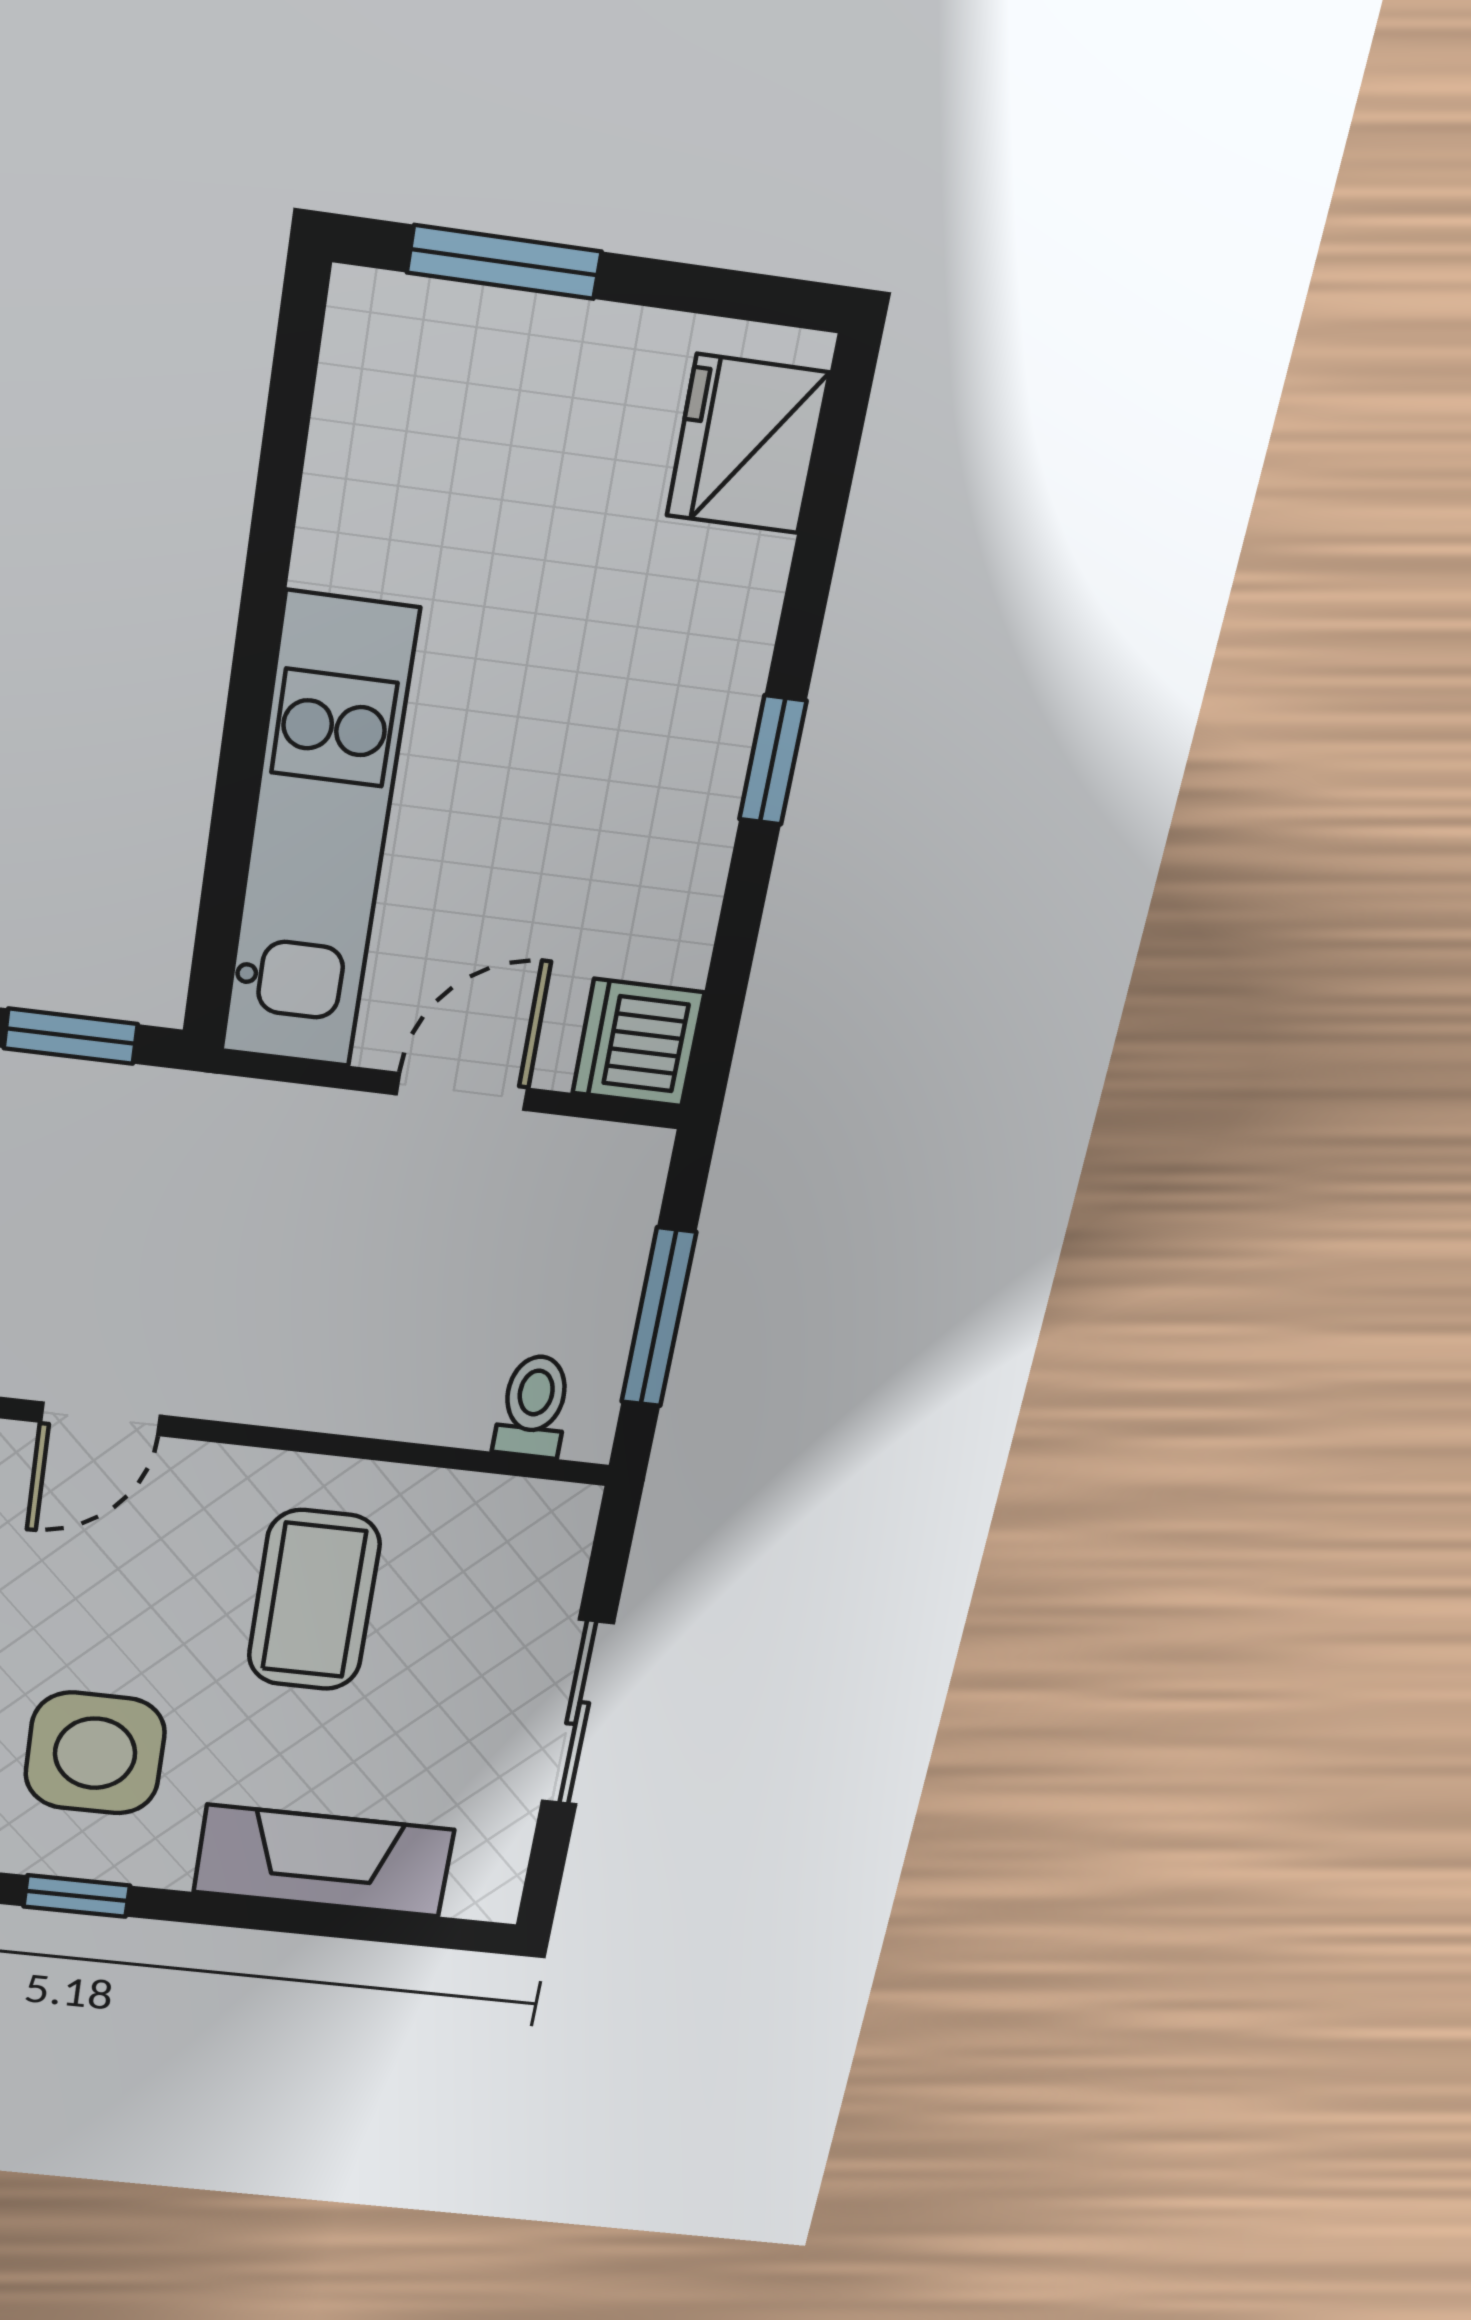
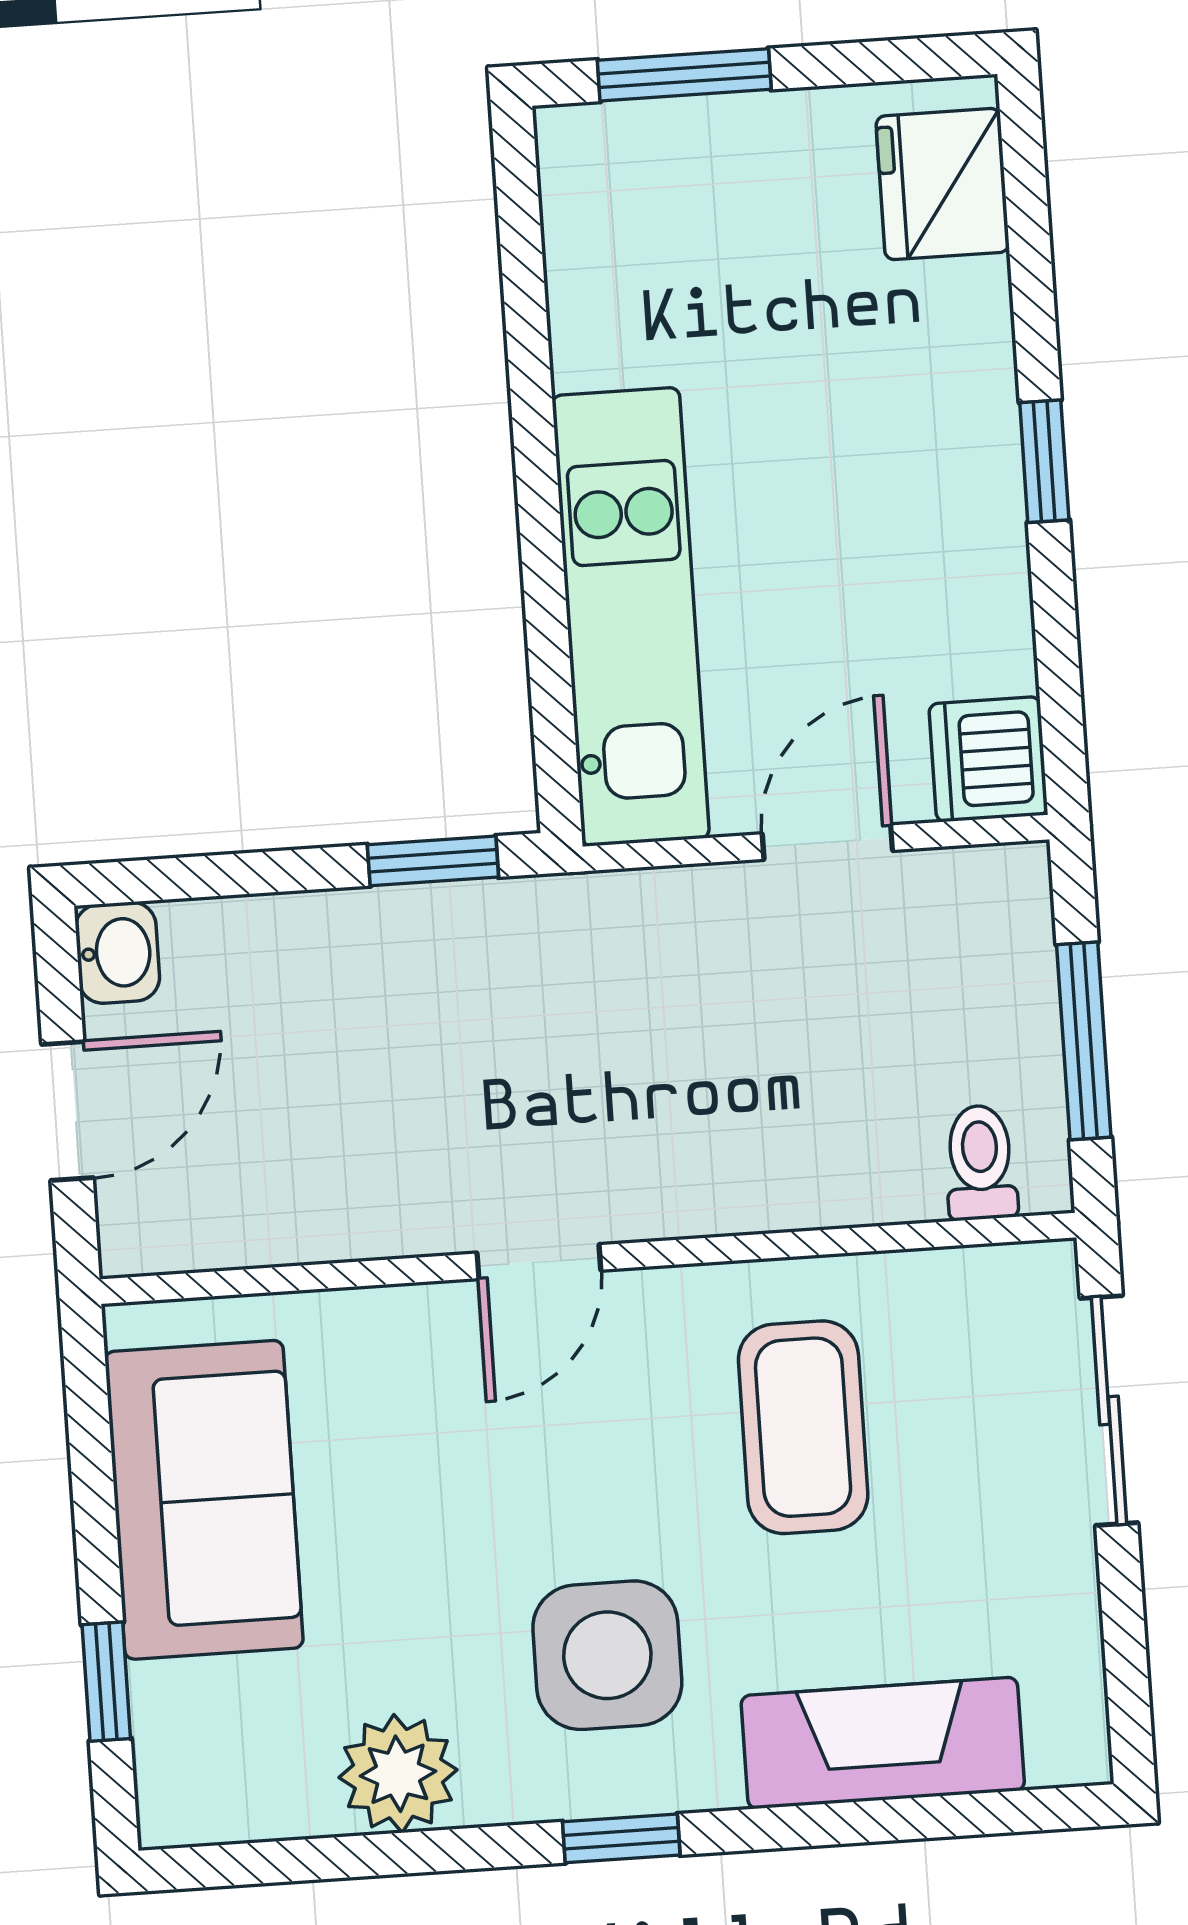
sliding door: (578, 1713) -> (1109, 1411), moved

